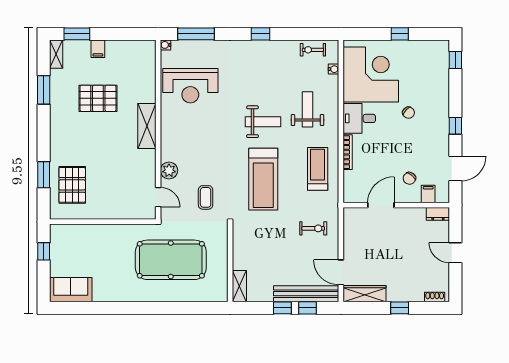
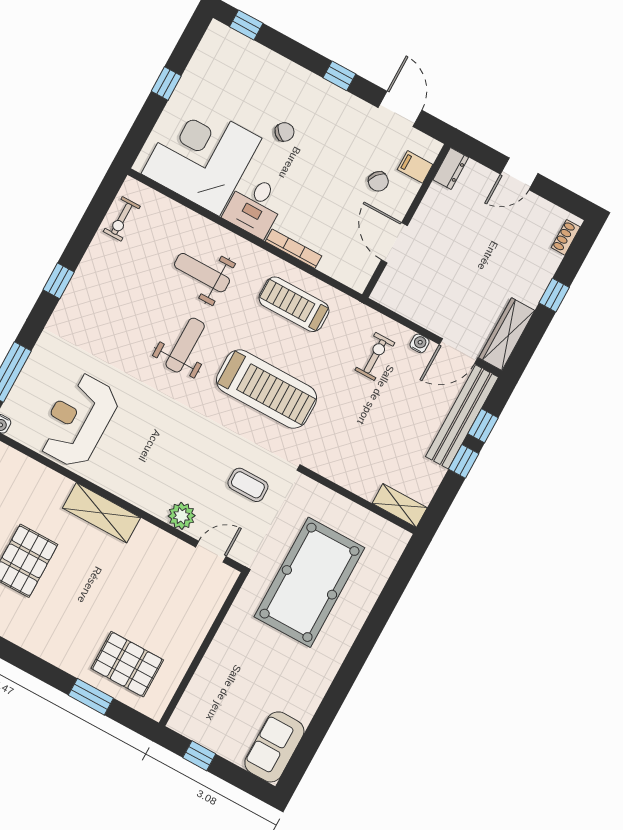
water cooler: (333, 69) -> (420, 343), moved
reception desk: (190, 86) -> (78, 420), turned 180

